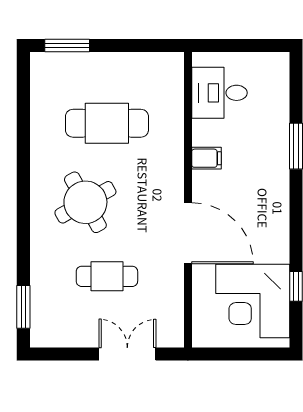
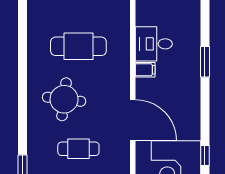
desk: (219, 93) -> (154, 44), moved
round table: (85, 202) -> (64, 99), turned 36

